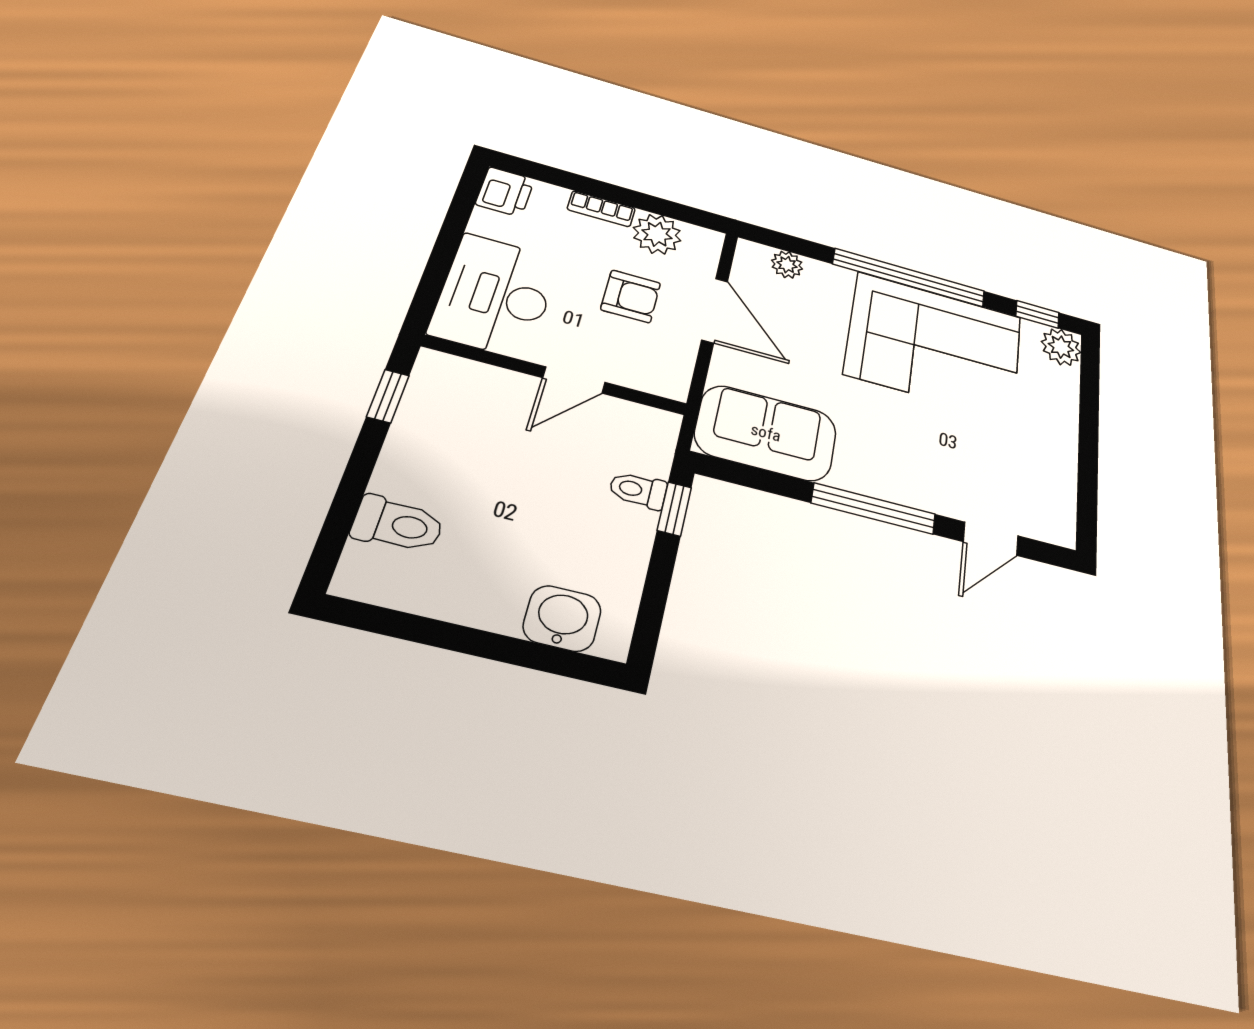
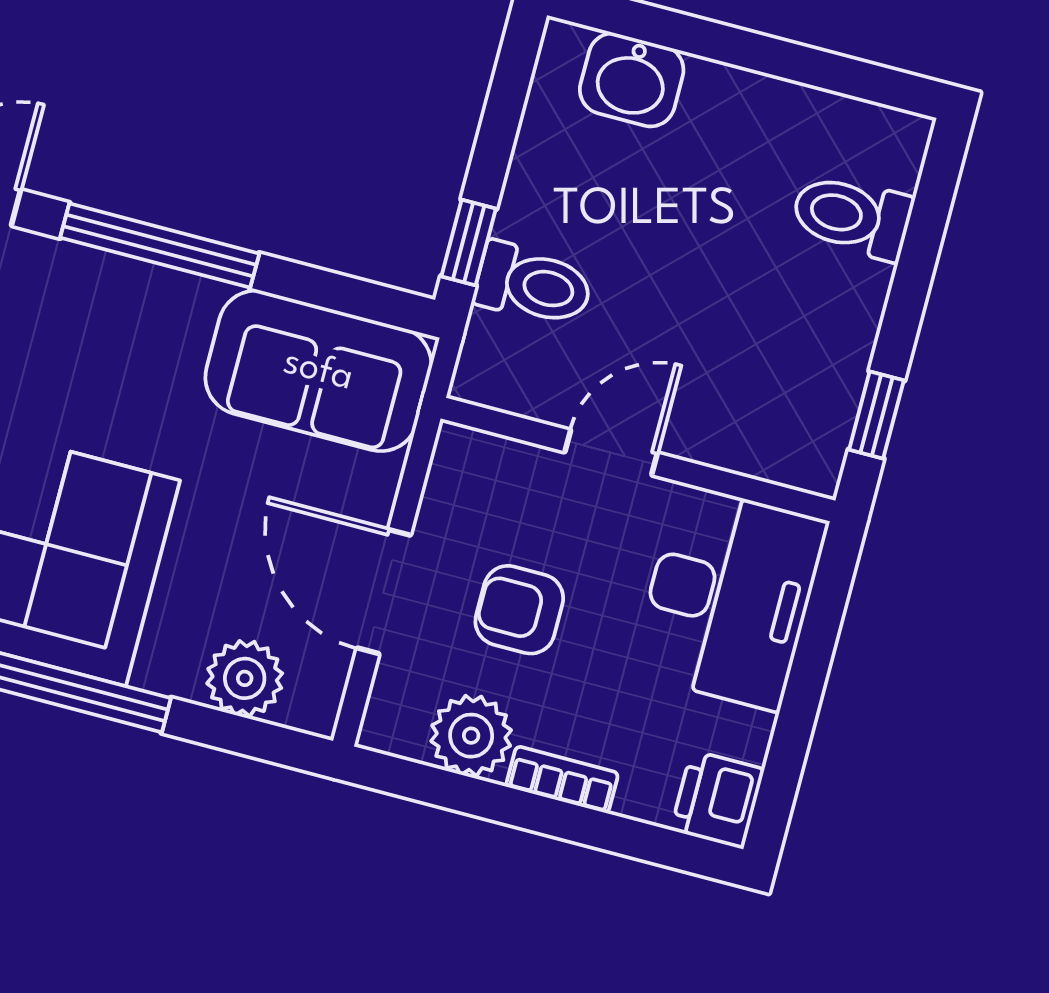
plant: (787, 265) -> (245, 678), width x1.38, depth x1.38
toilet: (638, 490) -> (533, 285), width x1.37, depth x1.39

